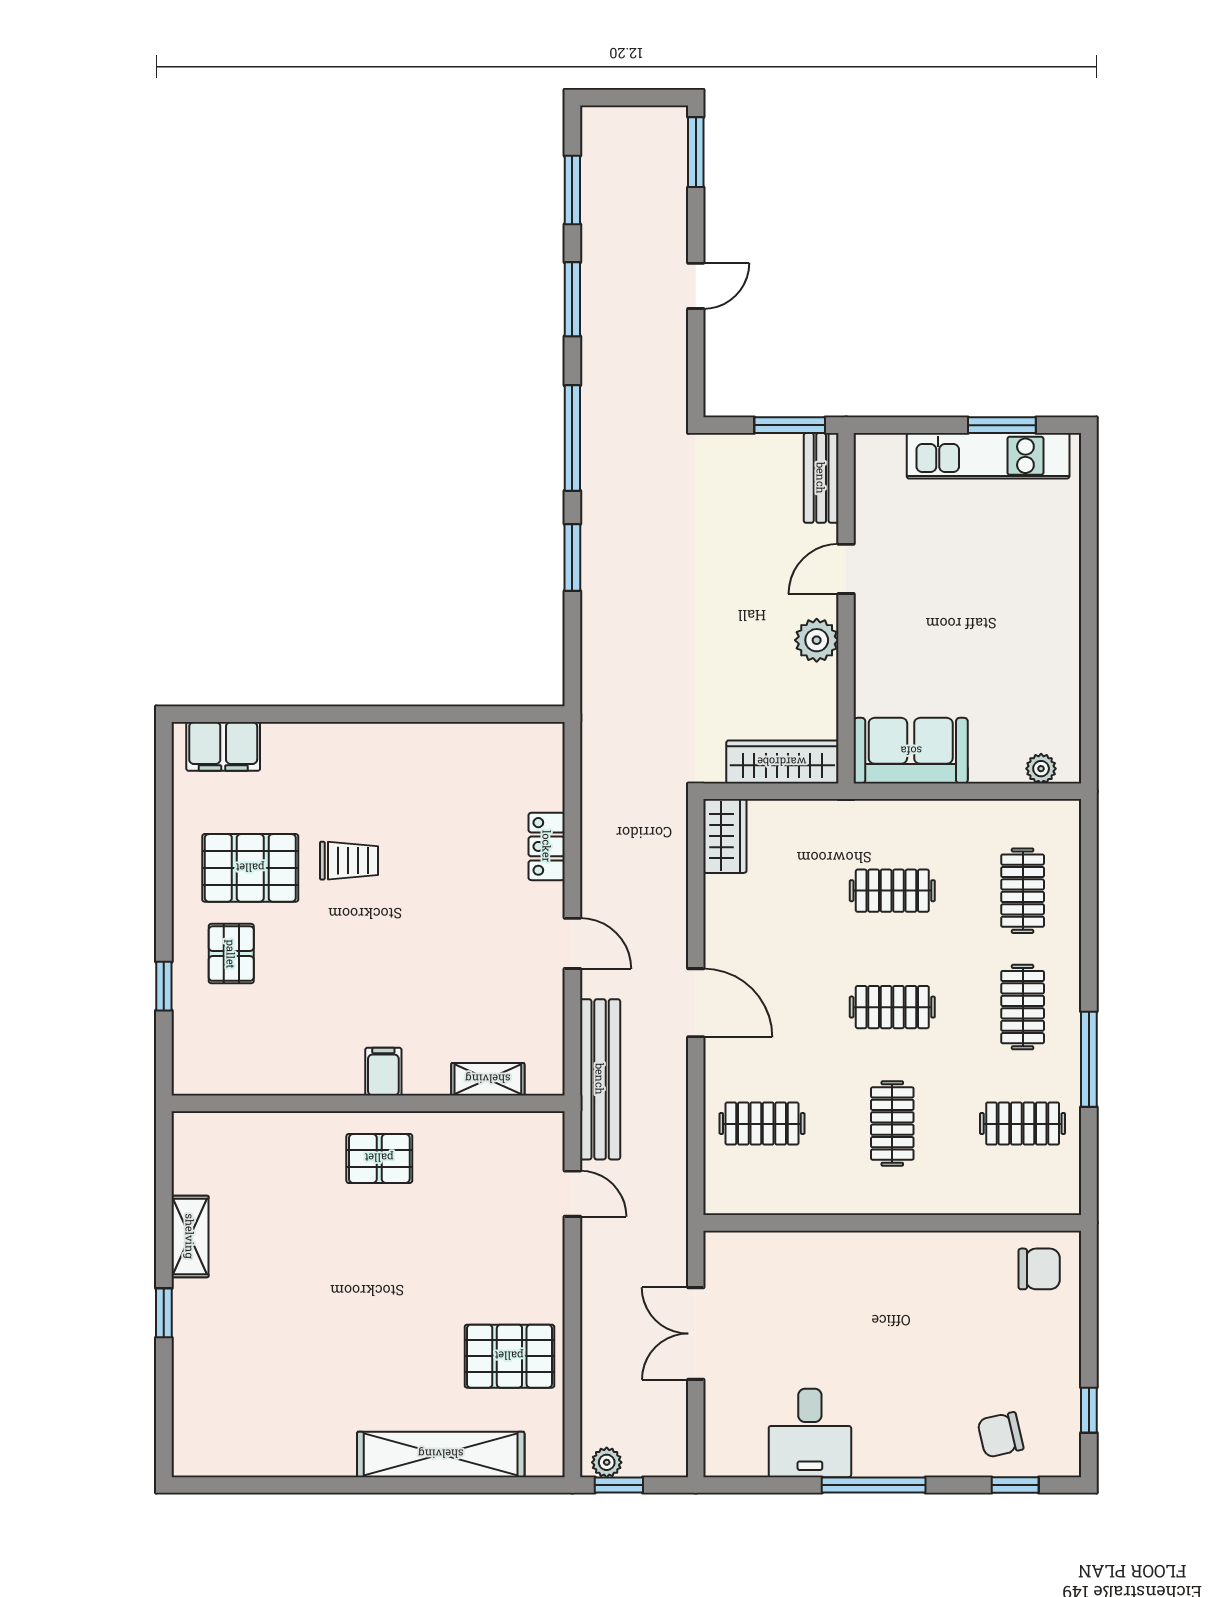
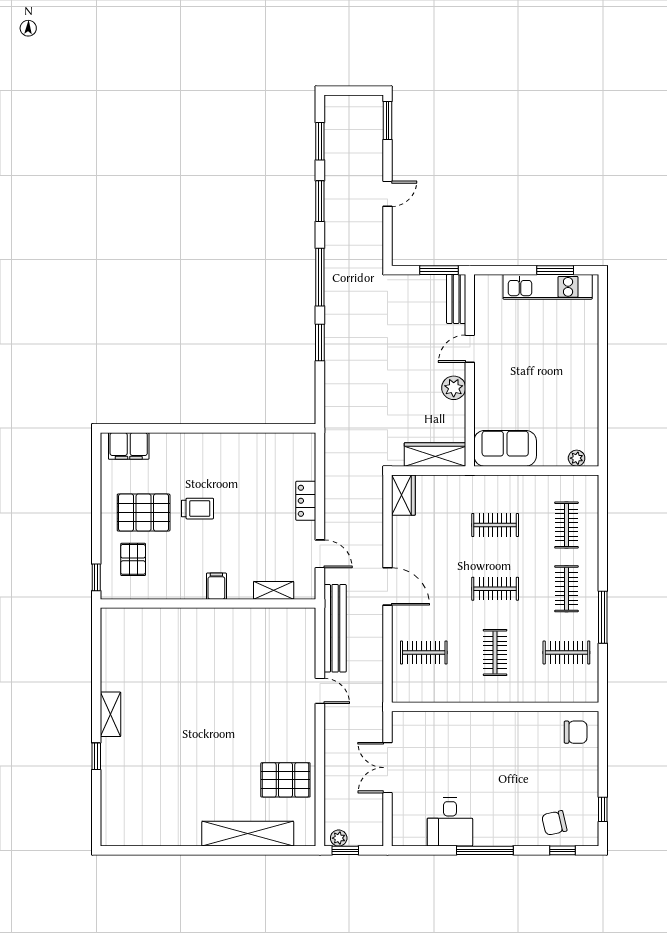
filing cabinet: (383, 1072) -> (216, 586), moved
shelving: (488, 1079) -> (274, 590), moved
wall: (368, 1103) -> (208, 604), moved
pallet: (379, 1158) -> (214, 672), removed

